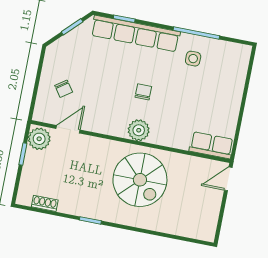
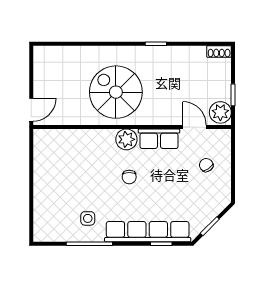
door: (68, 129) -> (195, 127), swing flipped
row of seats: (211, 145) -> (159, 139), moved
shoe rack: (45, 203) -> (219, 51), moved

